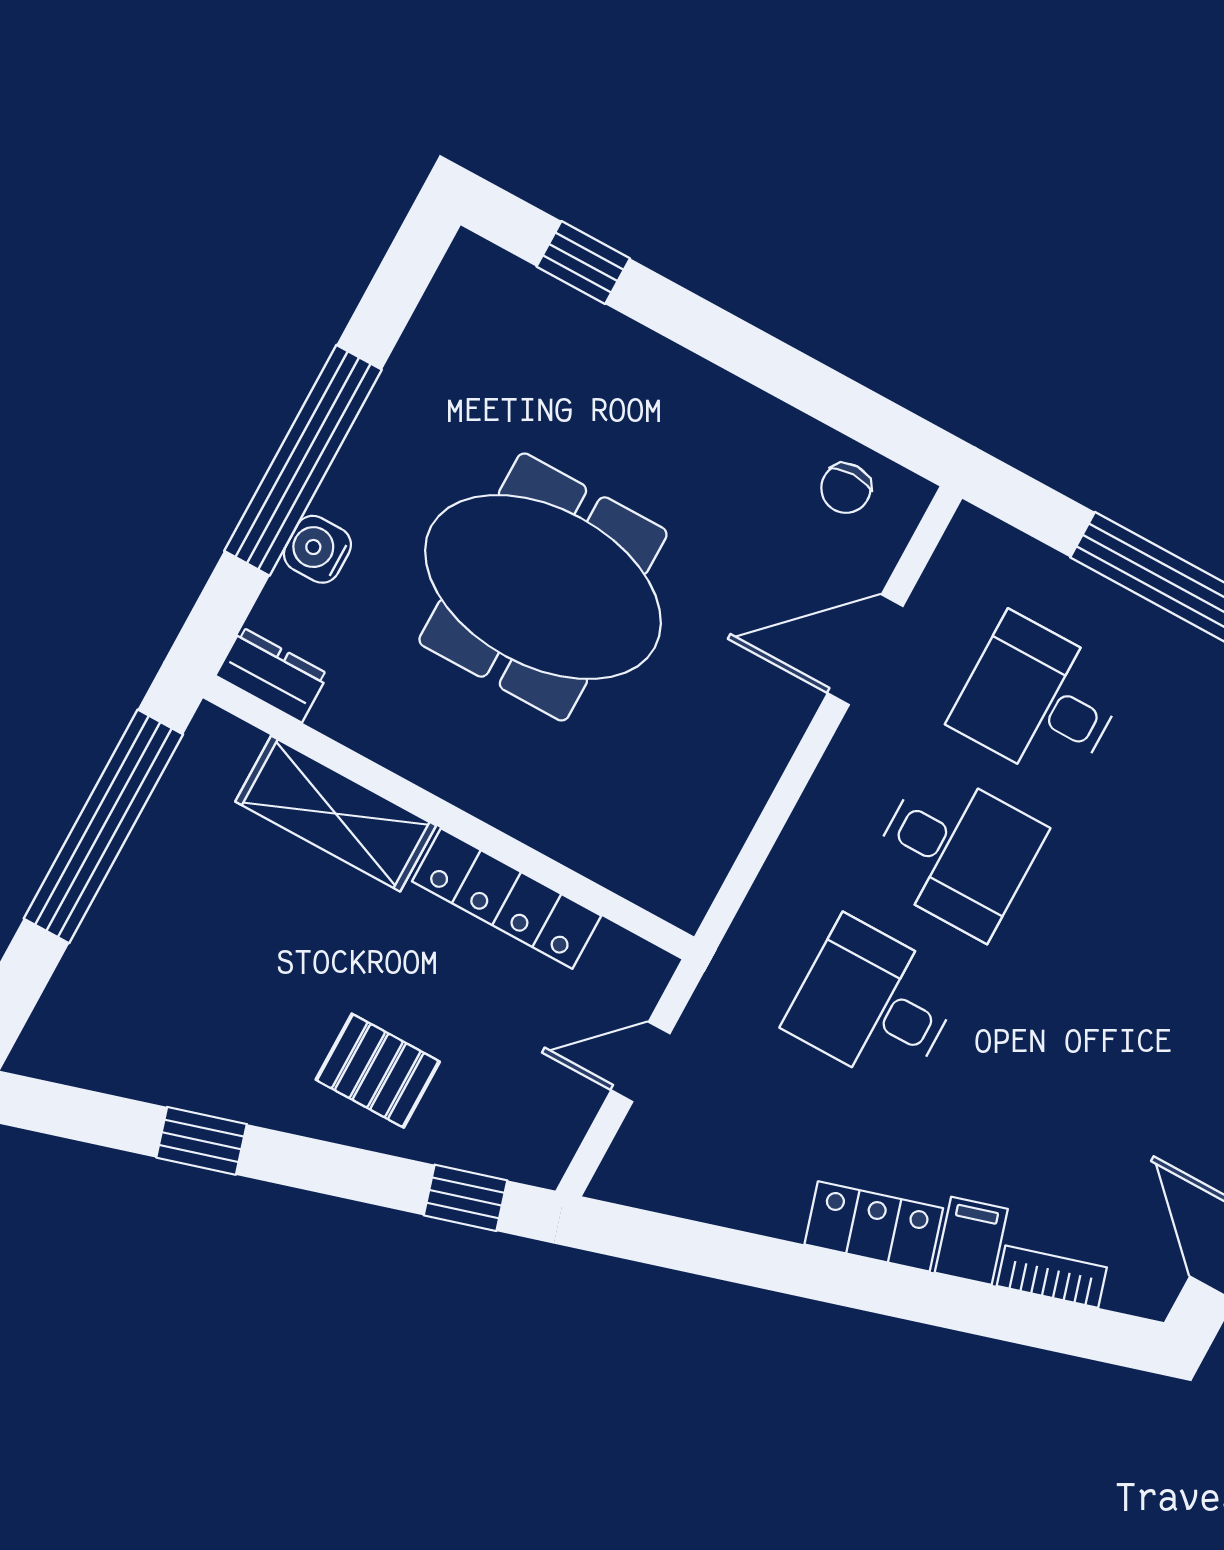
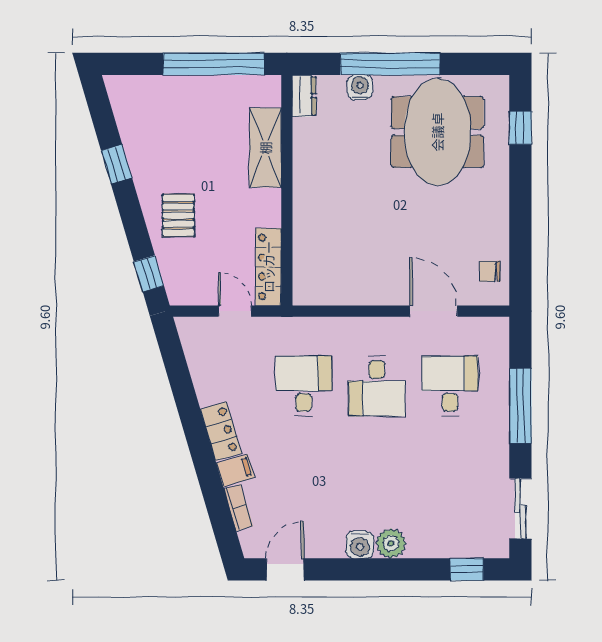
meeting table: (543, 587) -> (437, 132), moved
locker: (507, 898) -> (268, 267), moved

